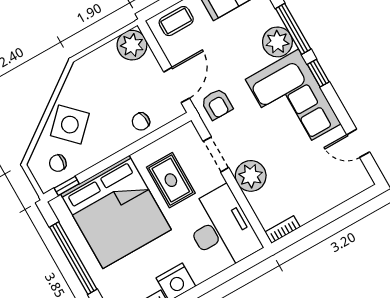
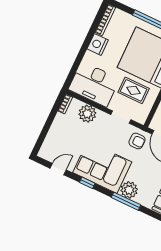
window: (318, 73) -> (87, 183), moved
armchair: (217, 104) -> (137, 141), turned 180
plant: (251, 176) -> (87, 114), moved

